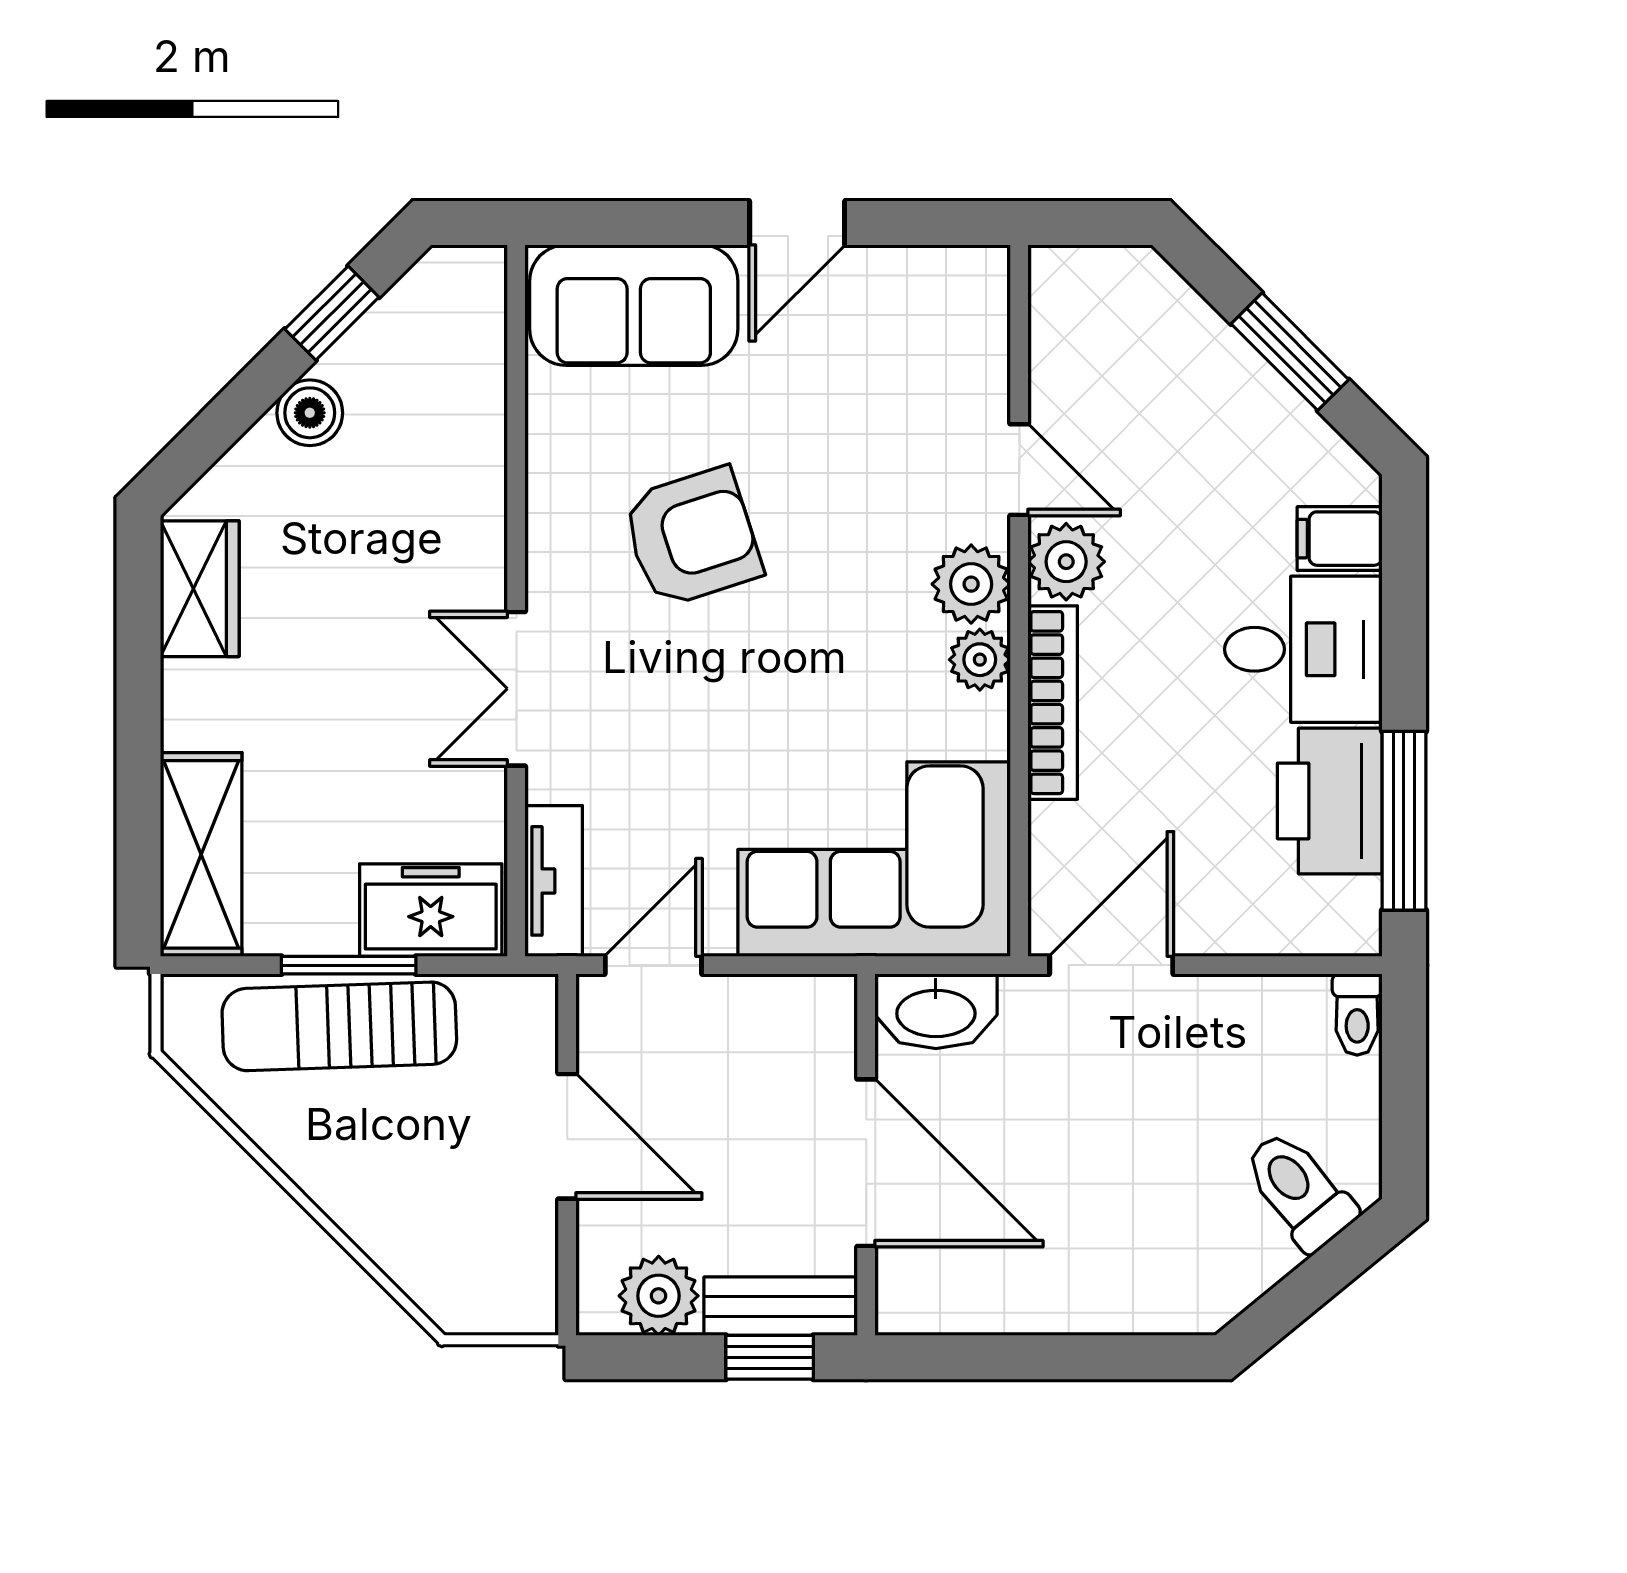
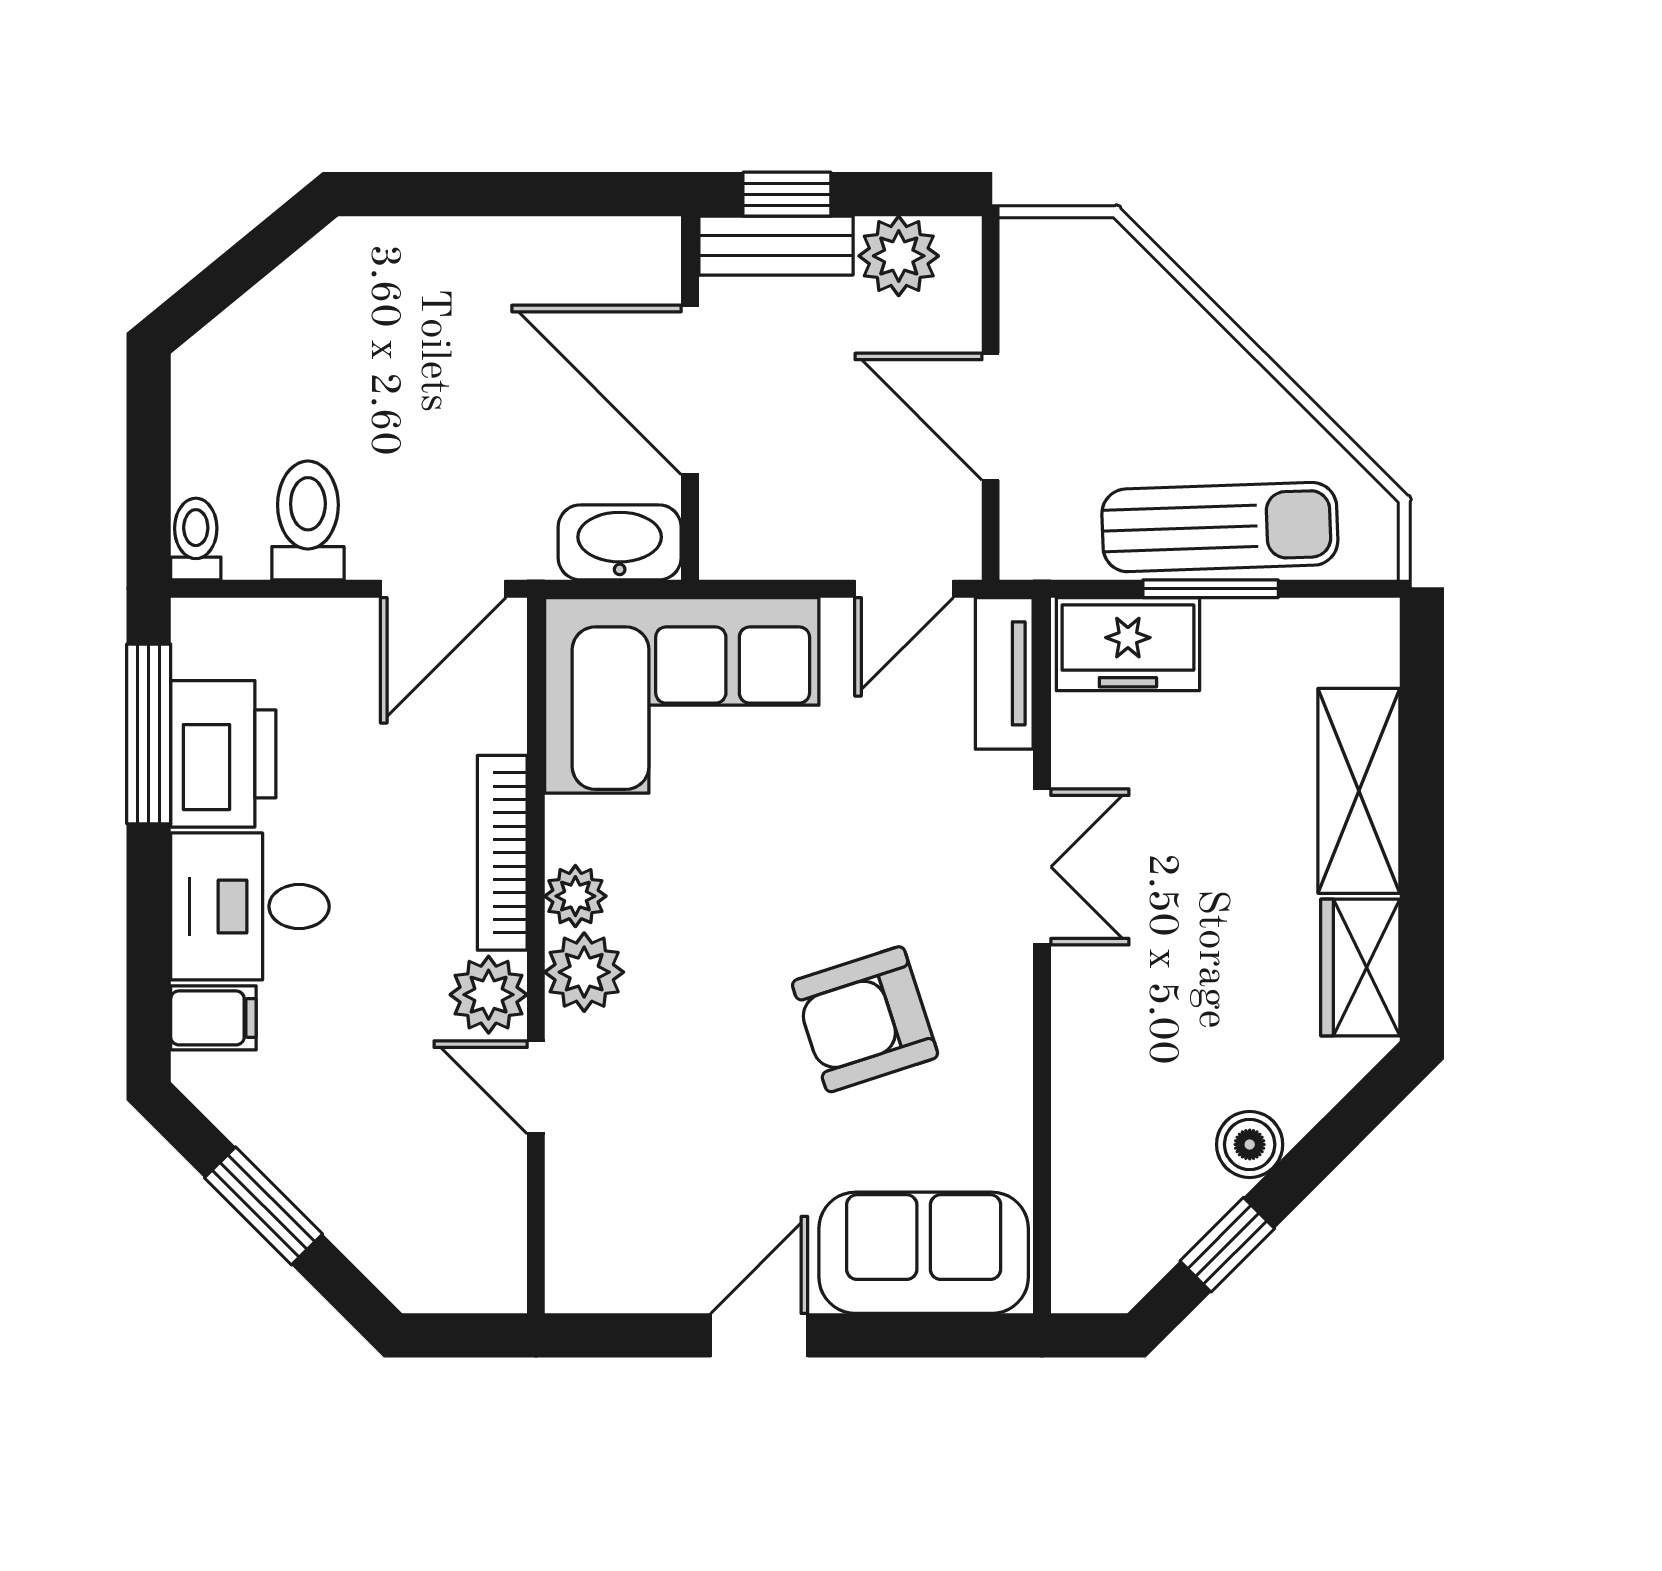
shelving: (201, 854) -> (1359, 791), moved
toilet: (1299, 1190) -> (308, 520), moved, turned -141

